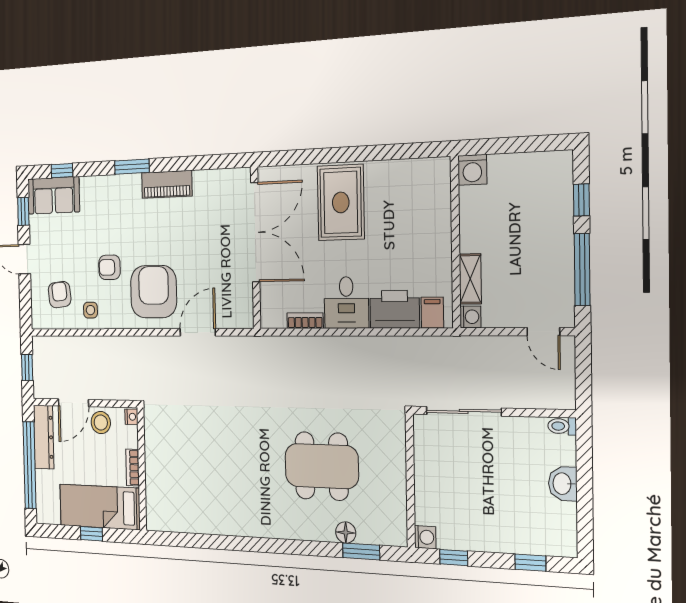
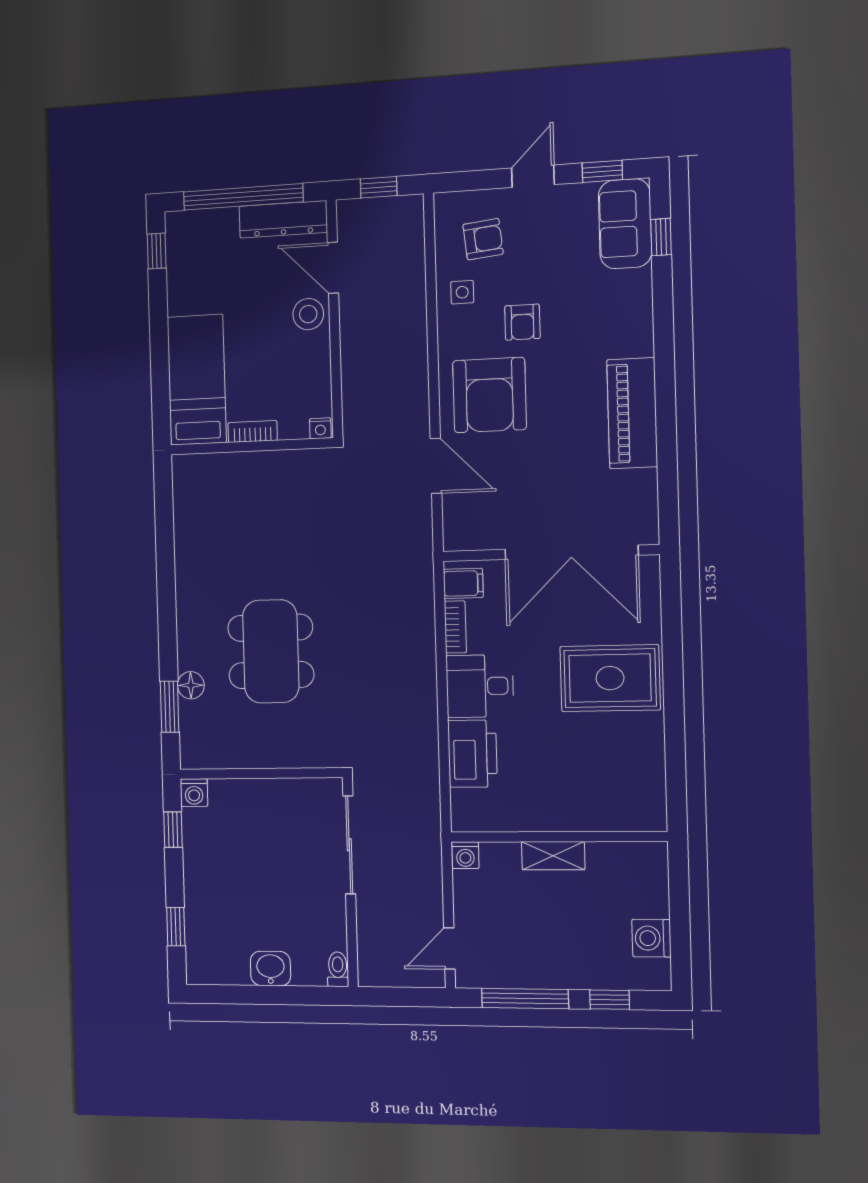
window: (132, 167) -> (664, 355), removed
washing machine: (472, 170) -> (651, 938), moved
piano: (167, 184) -> (632, 413), width x1.37, depth x1.33
armchair: (110, 267) -> (522, 322), turned 180
shelving: (470, 279) -> (553, 856), moved
armchair: (154, 292) -> (489, 395), turned 90
filing cabinet: (432, 313) -> (463, 583), moved
nightstand: (131, 417) -> (320, 428), moved
bookcase: (133, 468) -> (253, 431), moved
wall: (142, 469) -> (251, 446), moved
bed: (100, 507) -> (197, 380), moved
window: (91, 534) -> (157, 251), moved

